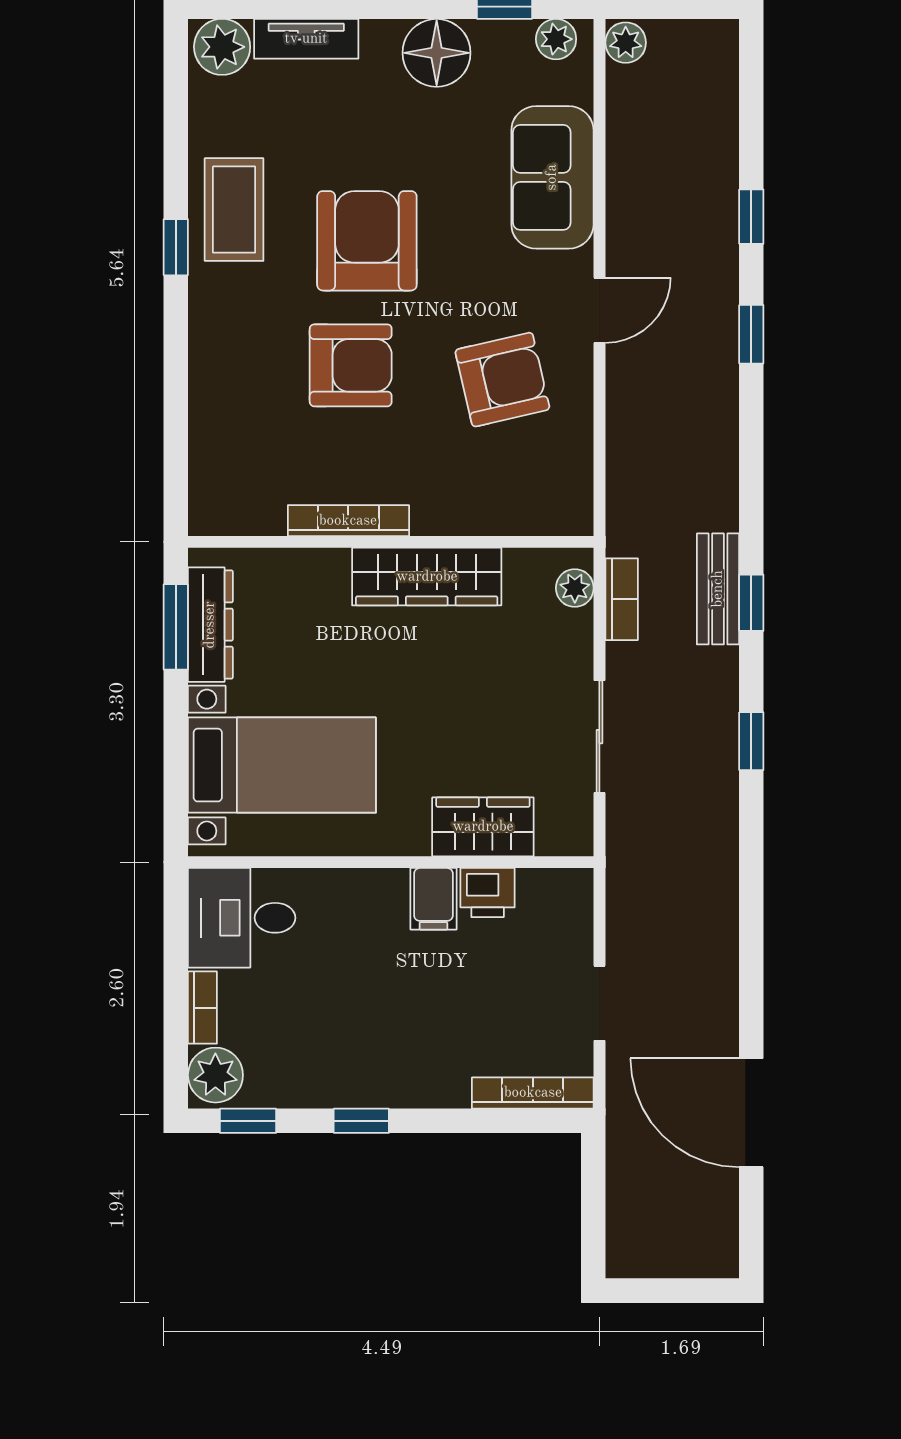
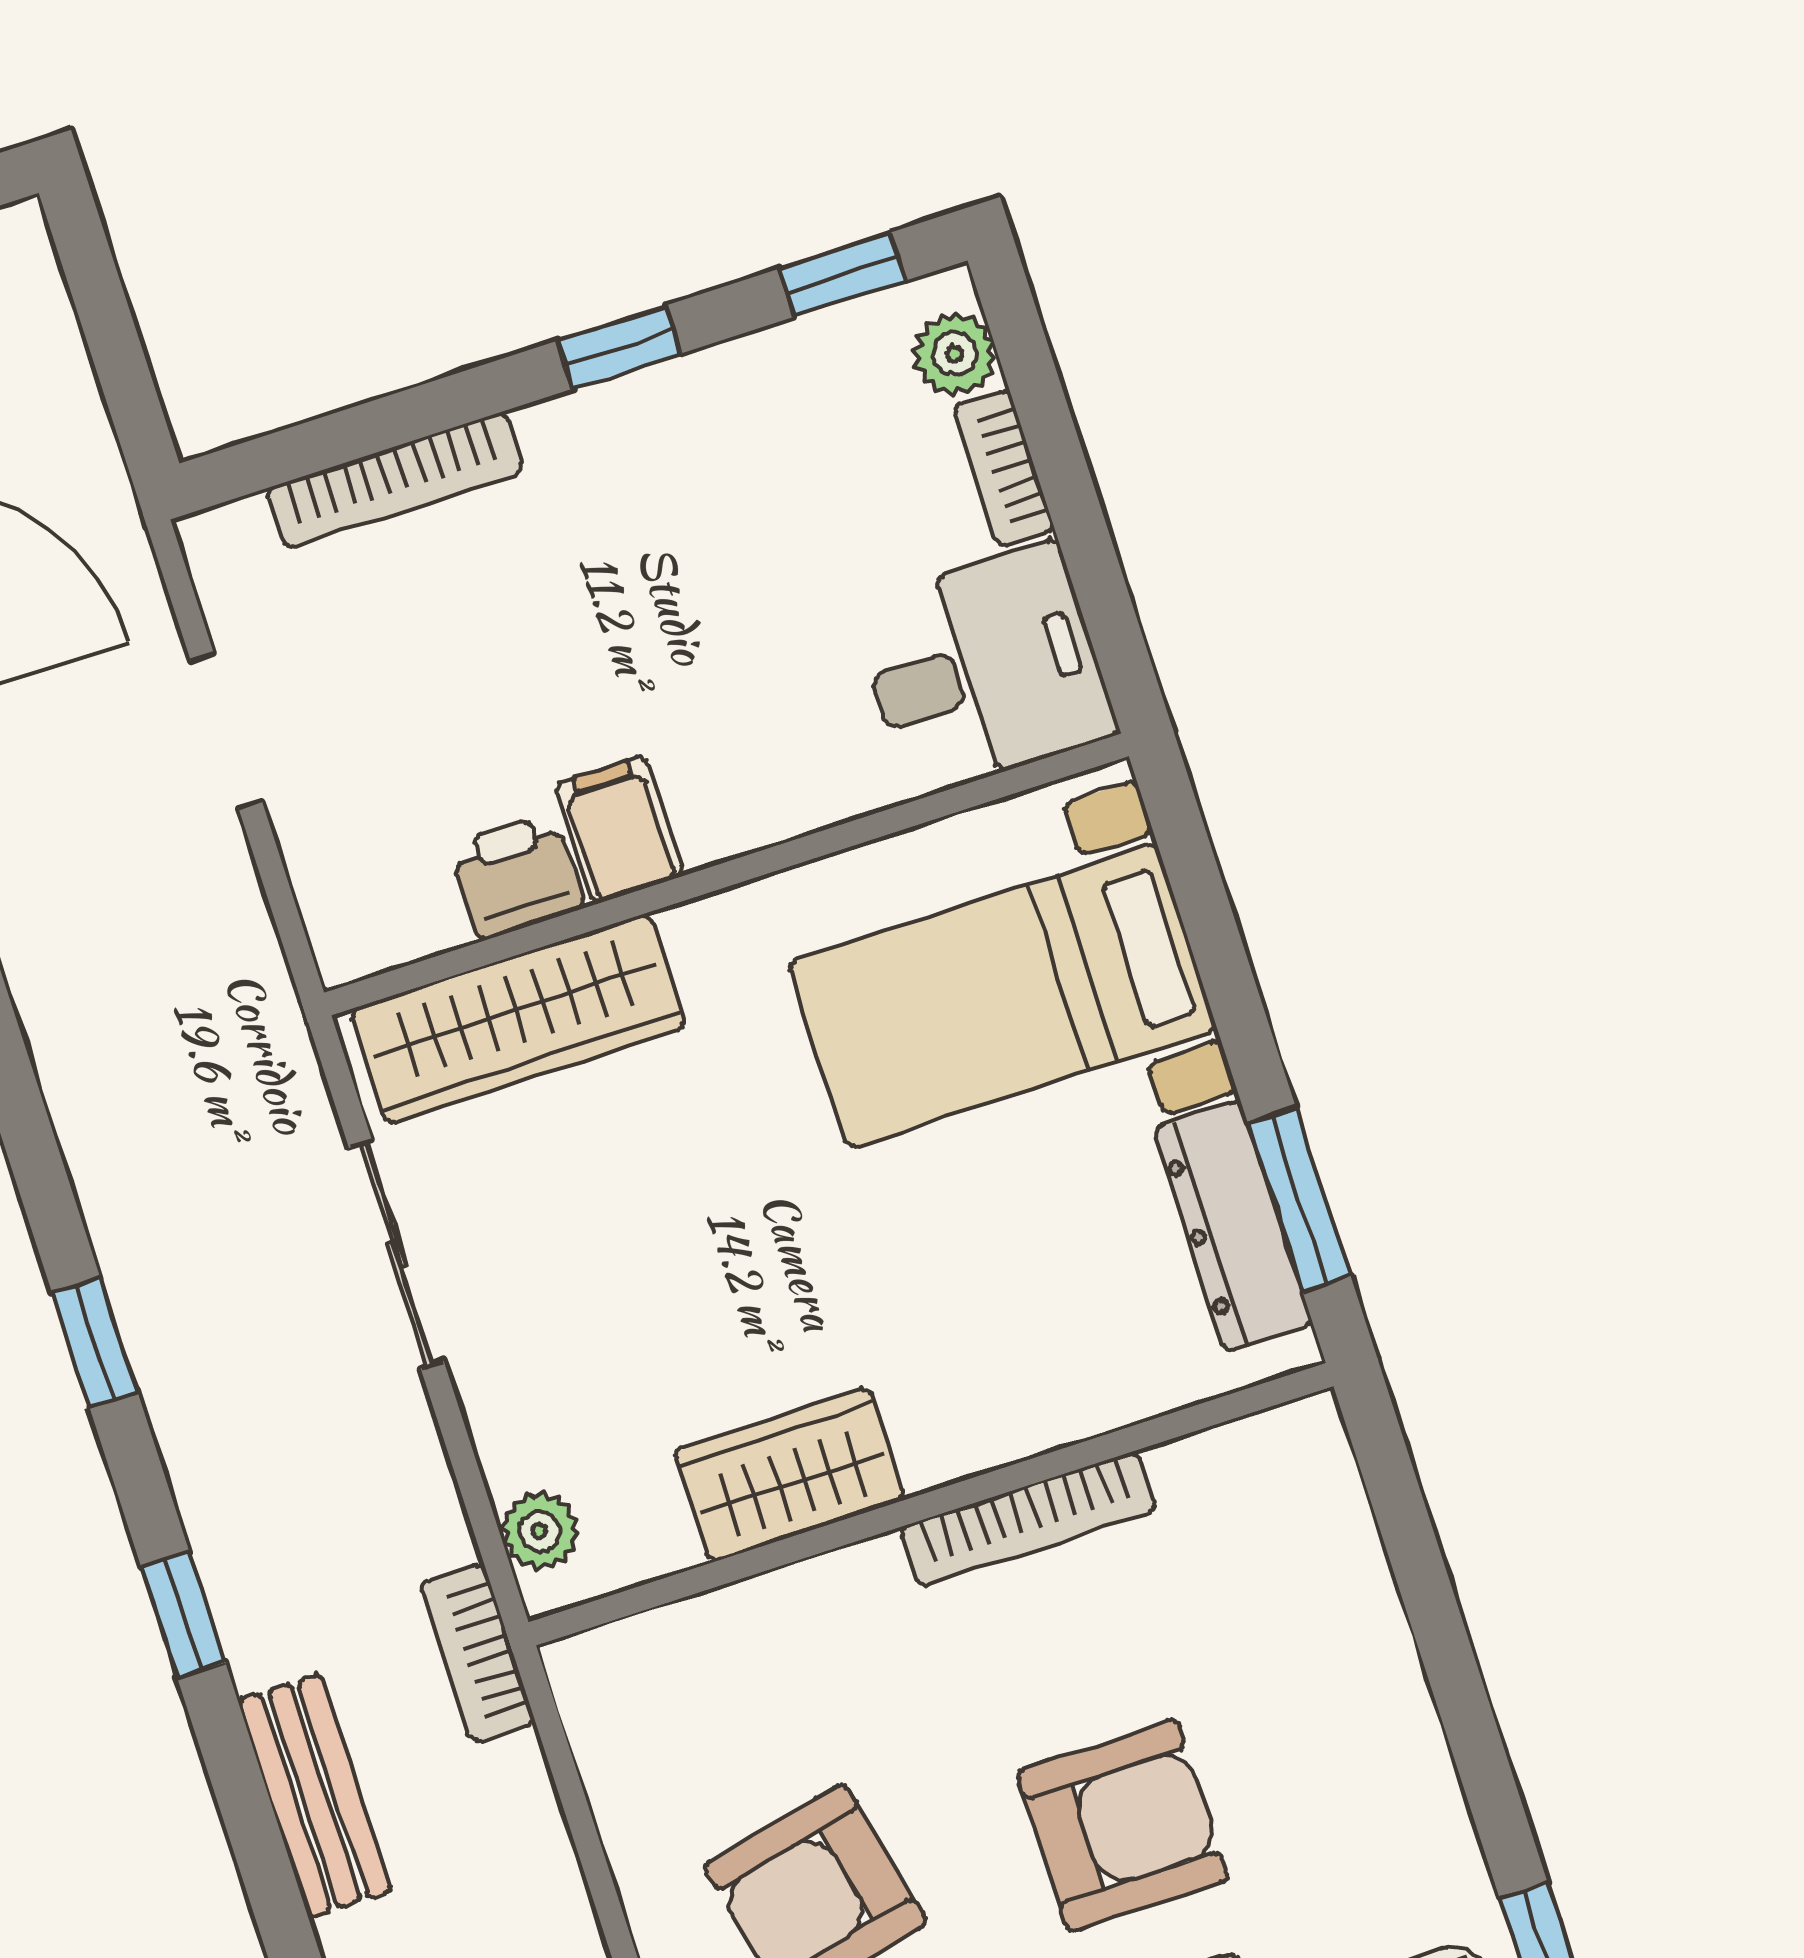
armchair: (351, 365) -> (1123, 1826), turned 180
wardrobe: (427, 577) -> (789, 1475), width x0.67
bench: (718, 589) -> (314, 1796), moved
bookcase: (622, 599) -> (478, 1653), moved
wardrobe: (483, 827) -> (518, 1019), width x1.50
plant: (215, 1075) -> (955, 354), width x0.73, depth x0.73
bookcase: (533, 1093) -> (395, 480), moved

